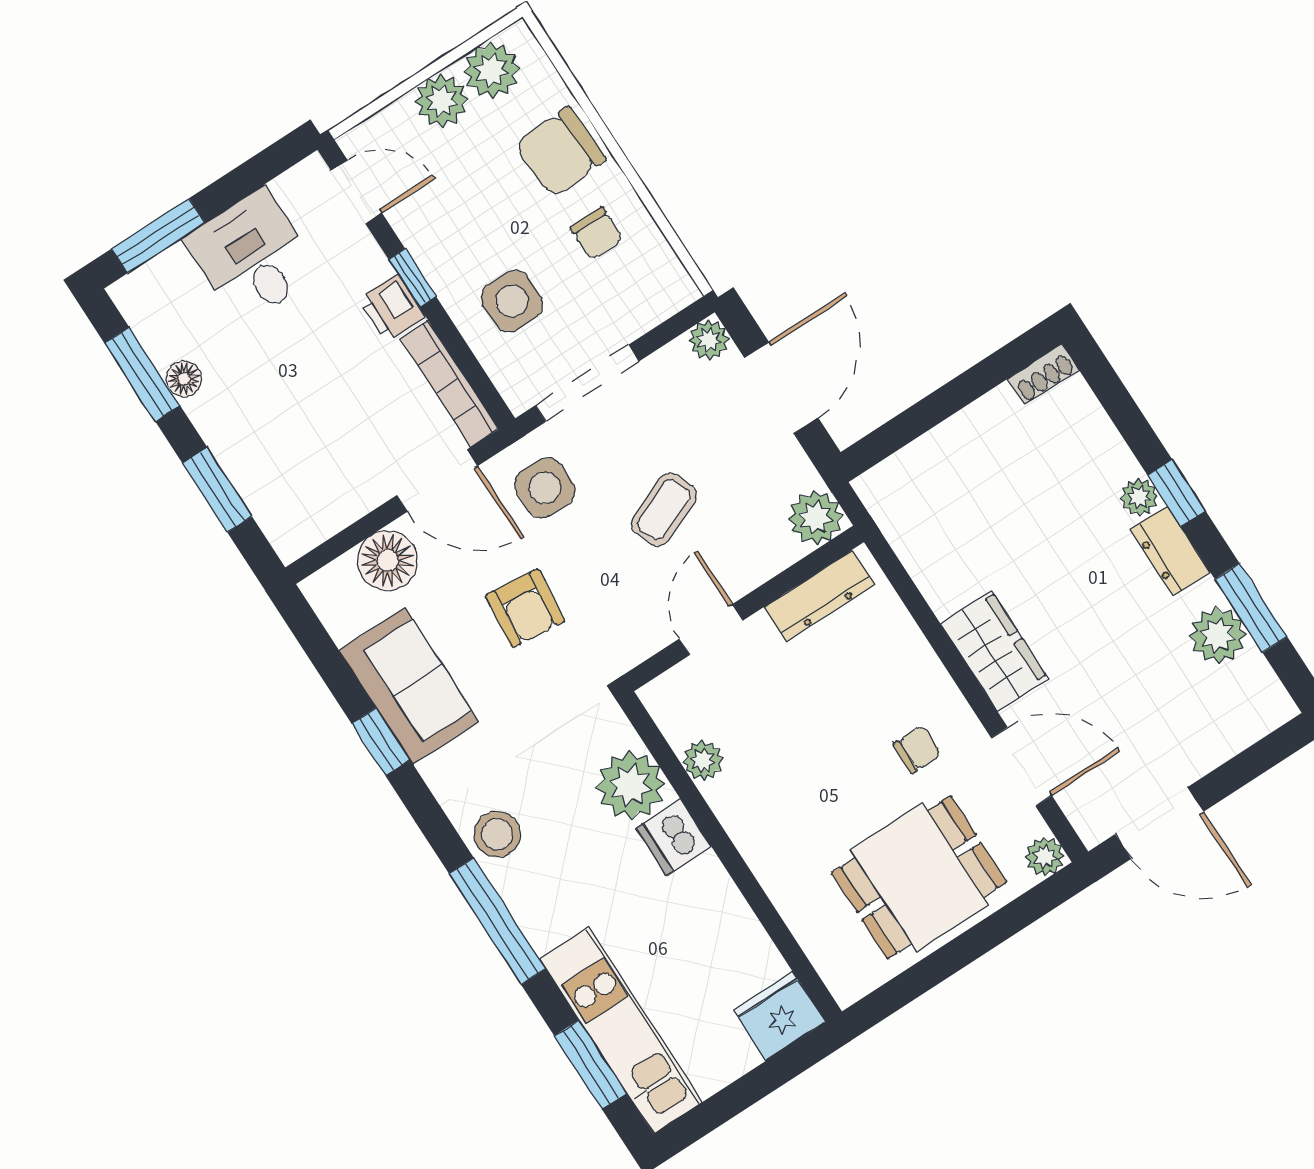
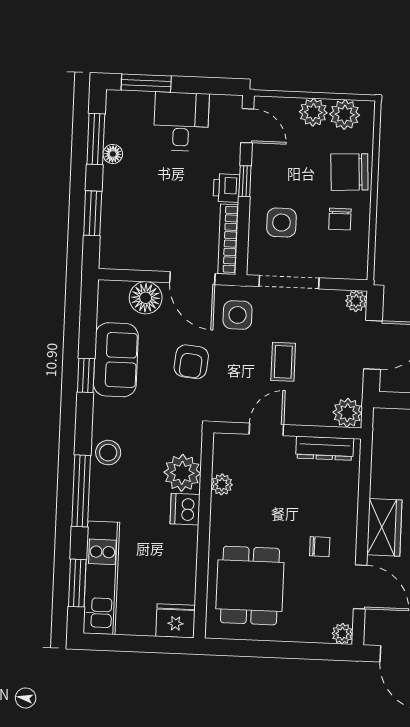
coffee table: (664, 510) -> (283, 362), turned -68
dining table: (919, 877) -> (250, 586), moved, turned 90

